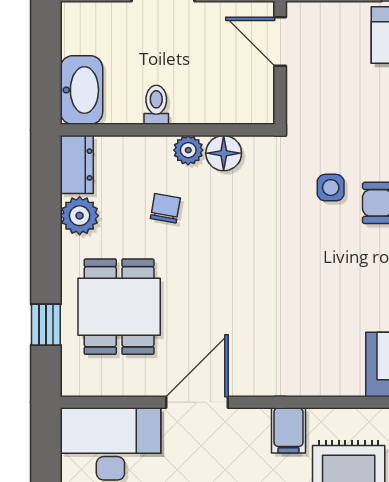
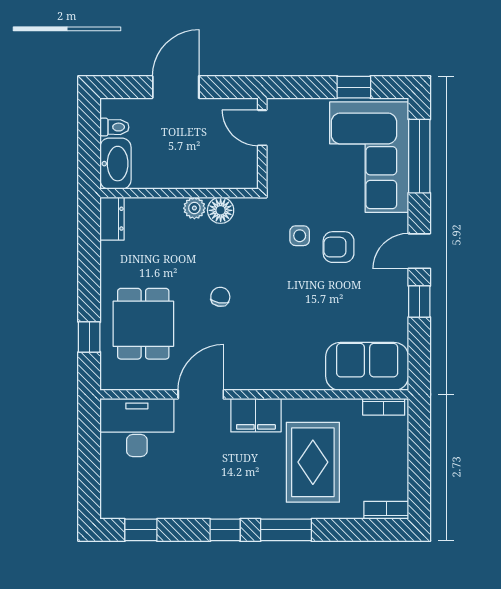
toilet: (156, 105) -> (114, 127), moved, turned 90
chair: (165, 208) -> (220, 297), moved
plant: (80, 216) -> (114, 256), removed
filing cabinet: (288, 430) -> (256, 415), width x2.00

